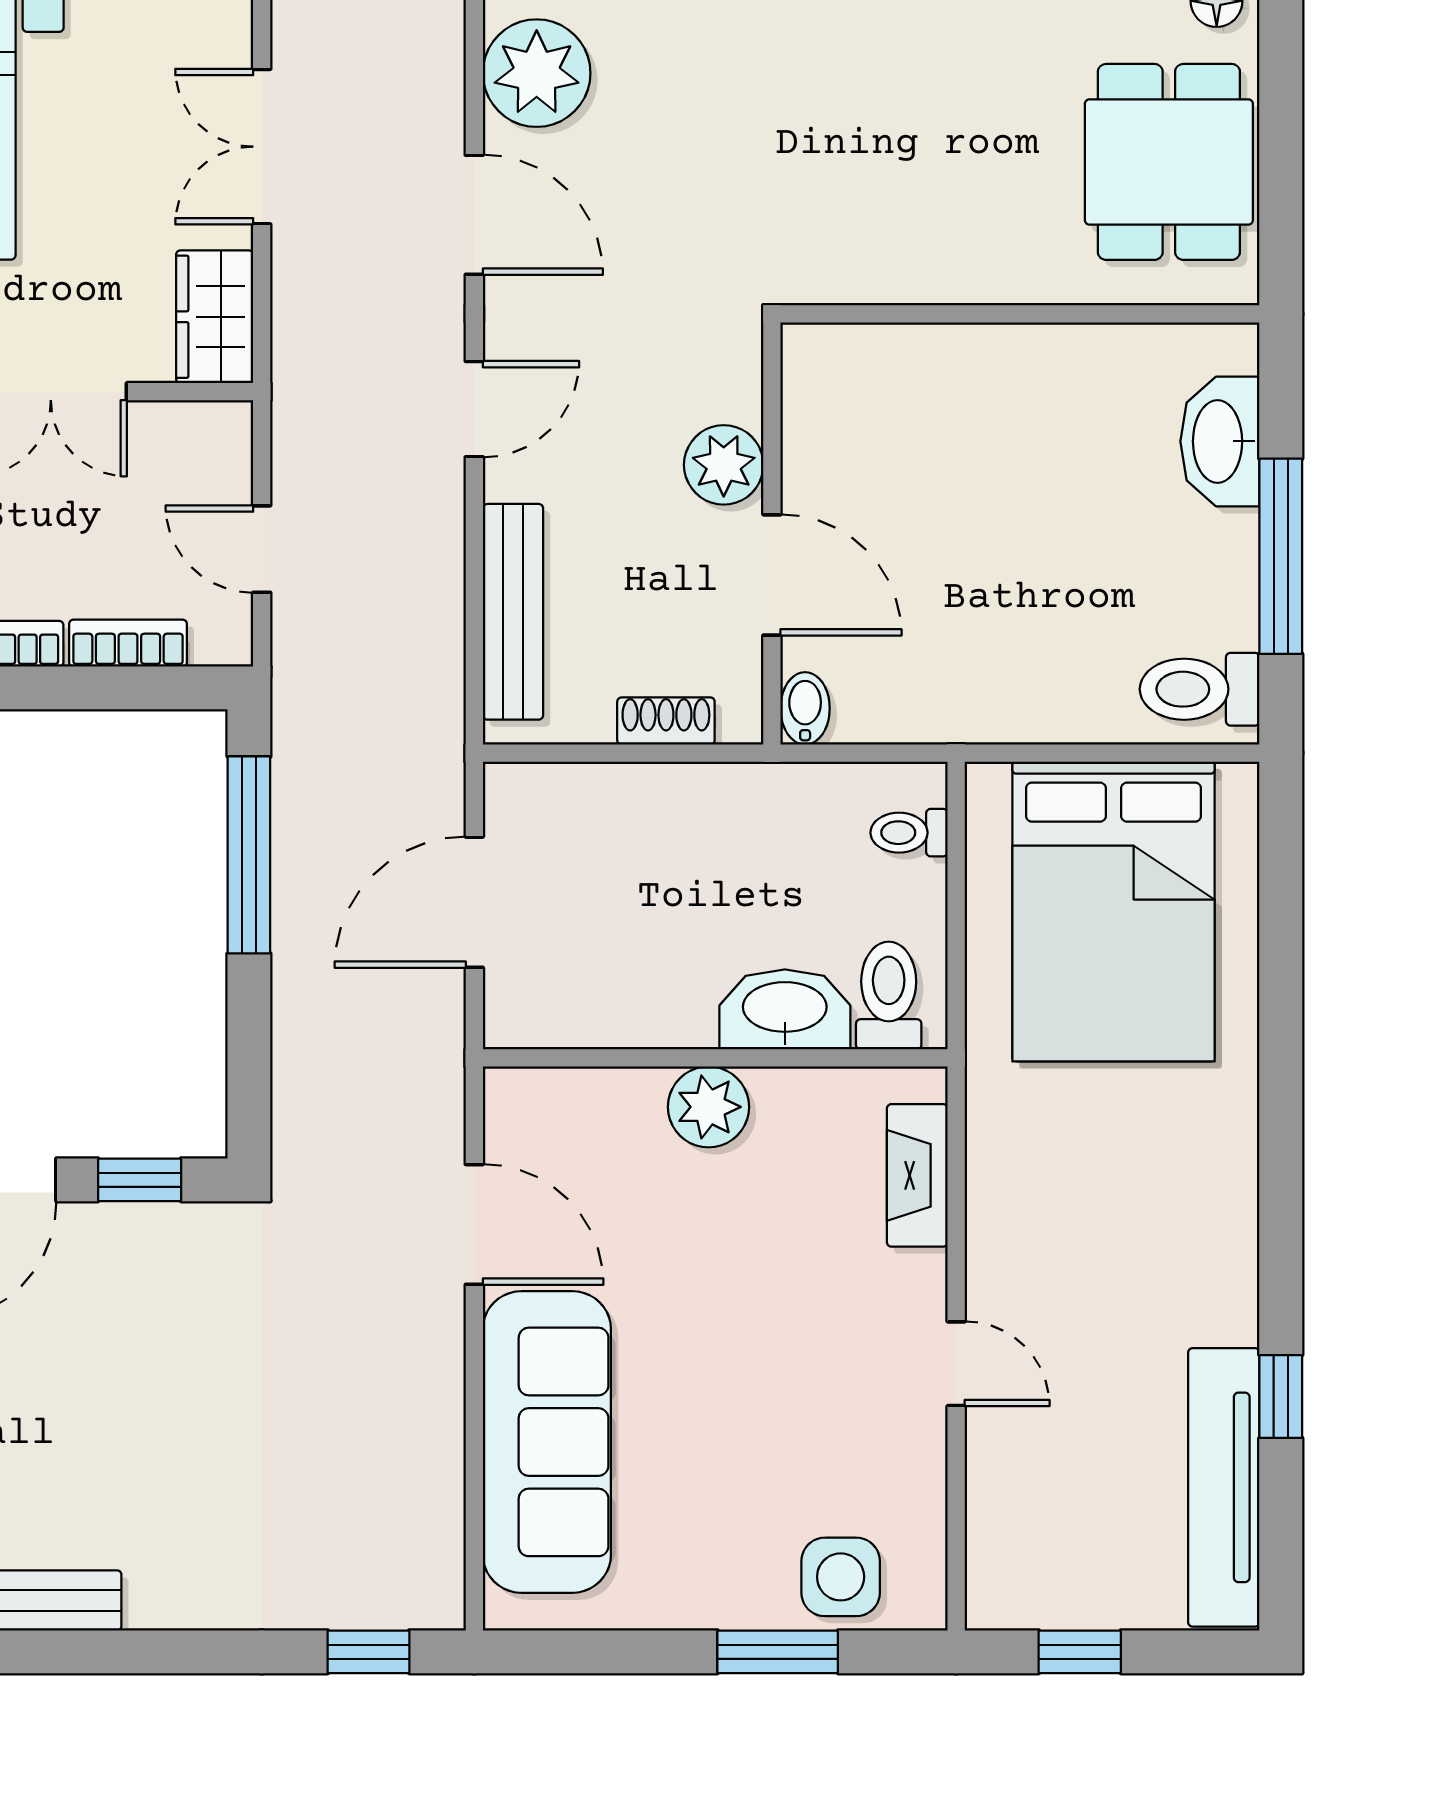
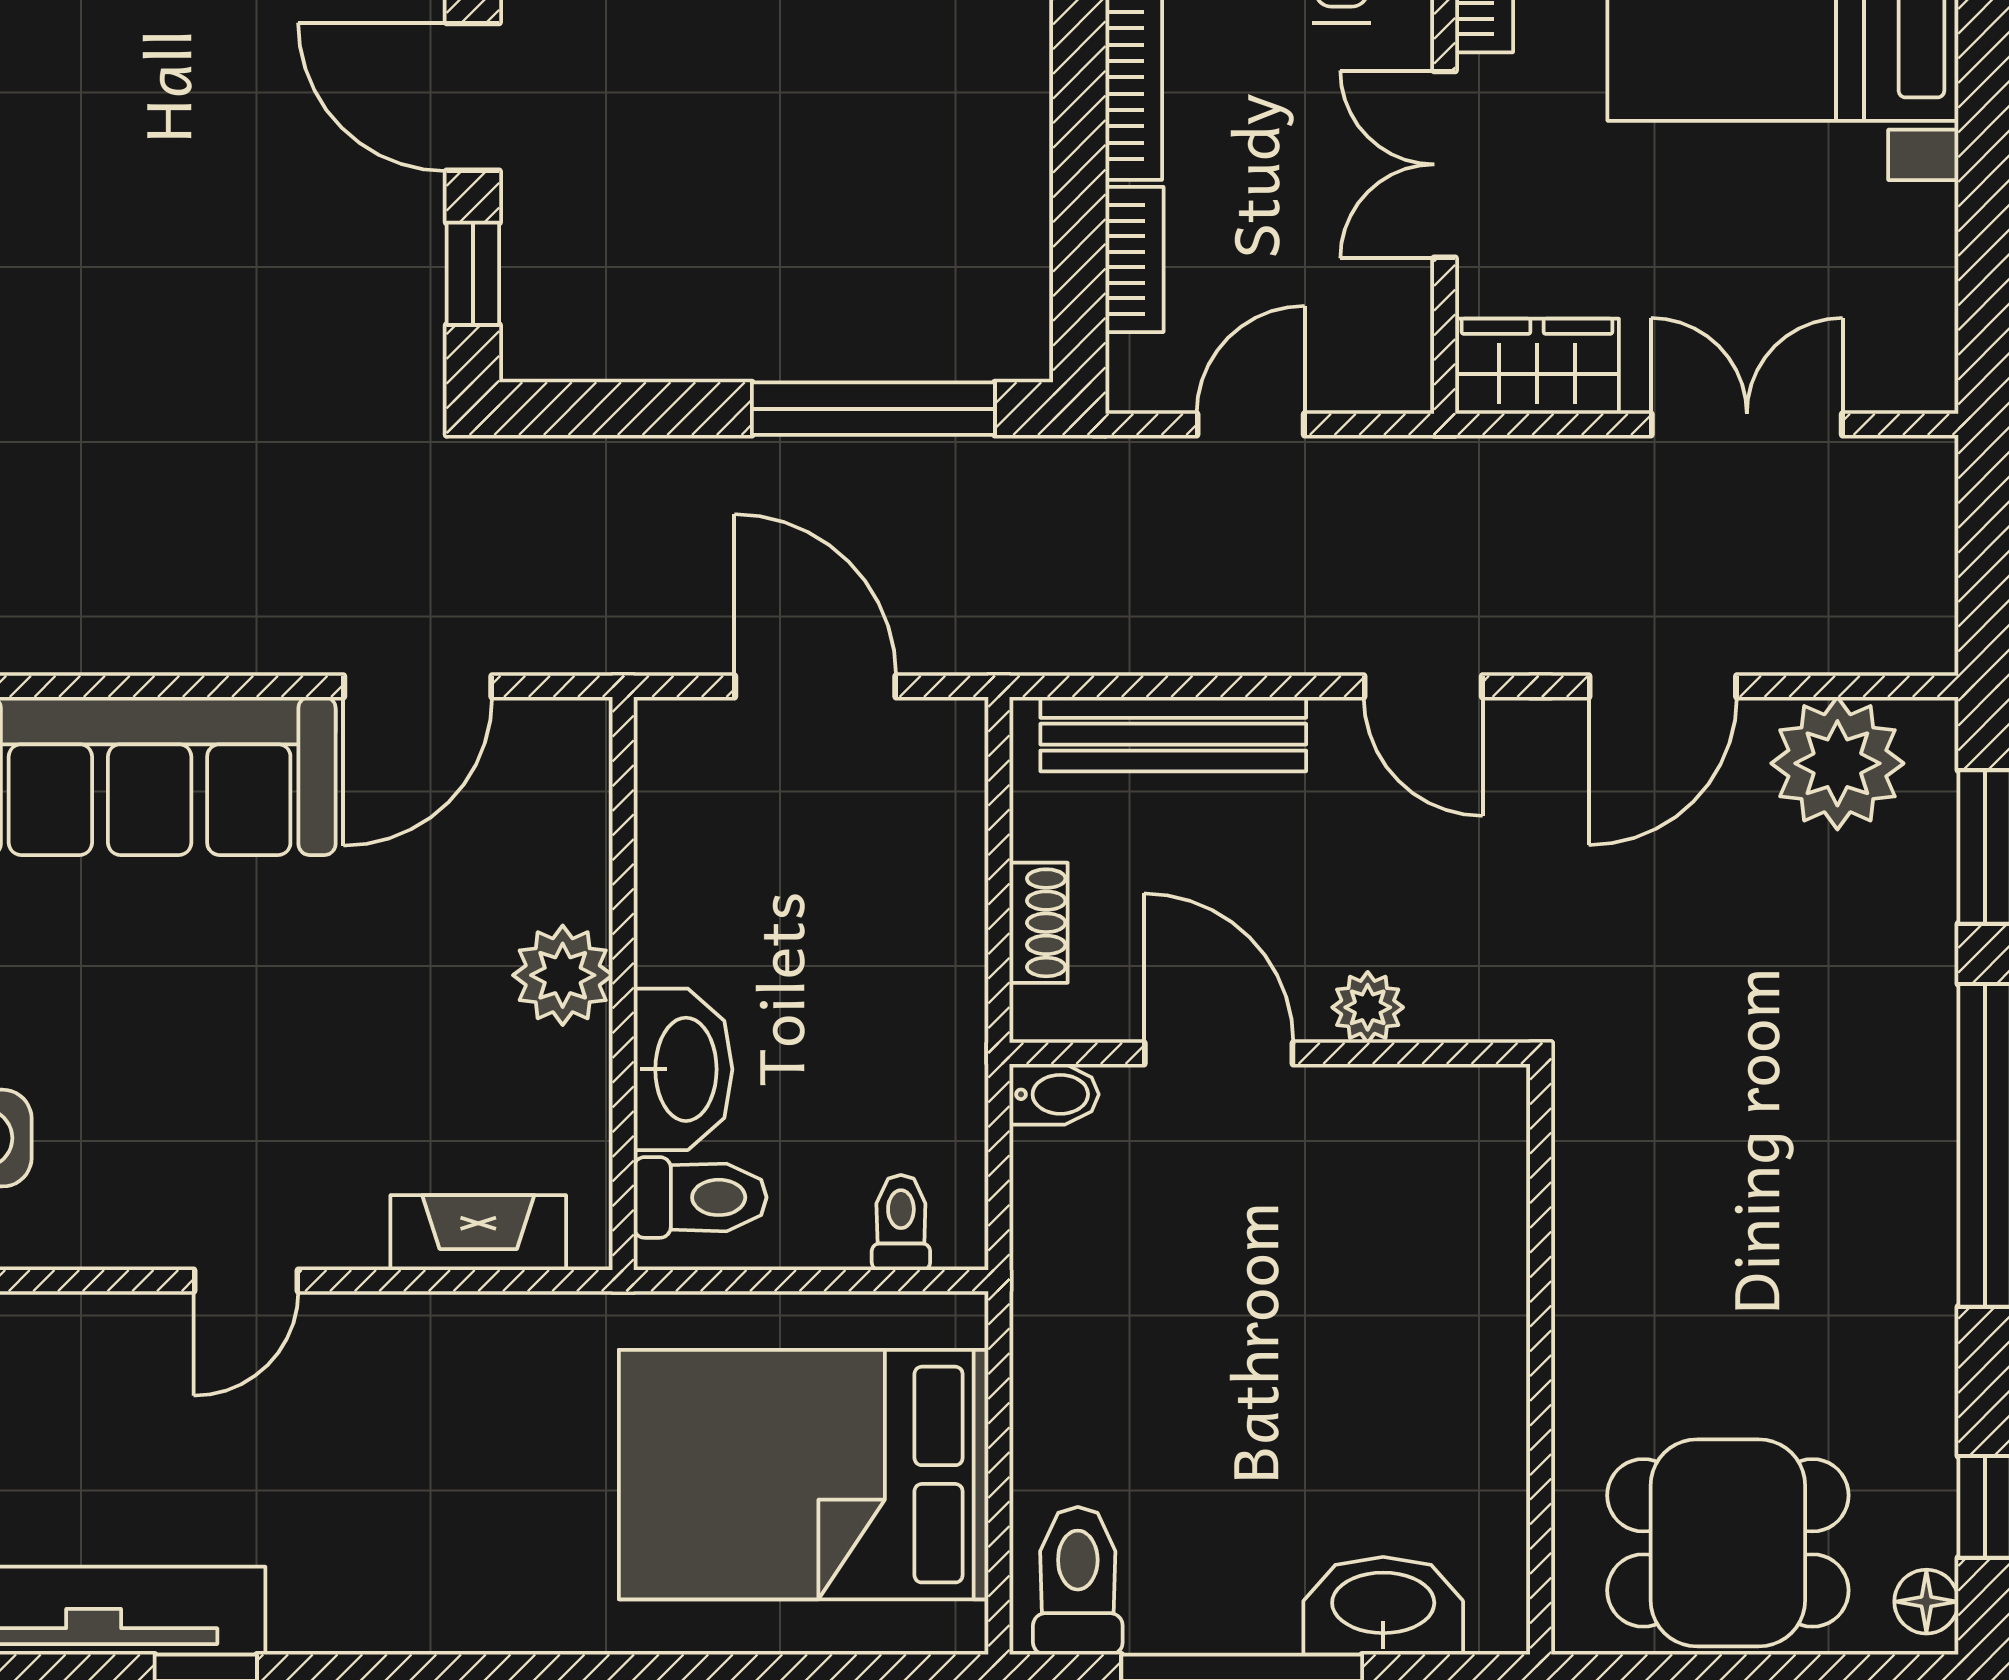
plant: (724, 465) -> (1368, 1007), width x0.73, depth x0.73
door: (772, 575) -> (1219, 1053), swing flipped

